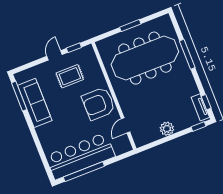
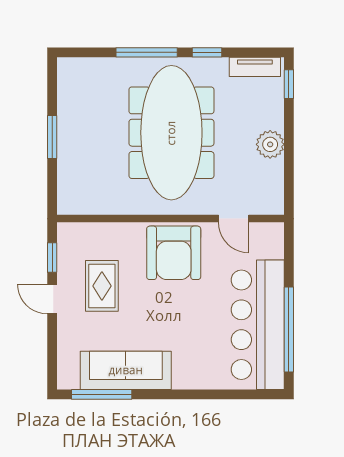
meeting table: (145, 58) -> (171, 133), moved
window: (206, 102) -> (207, 52), moved

